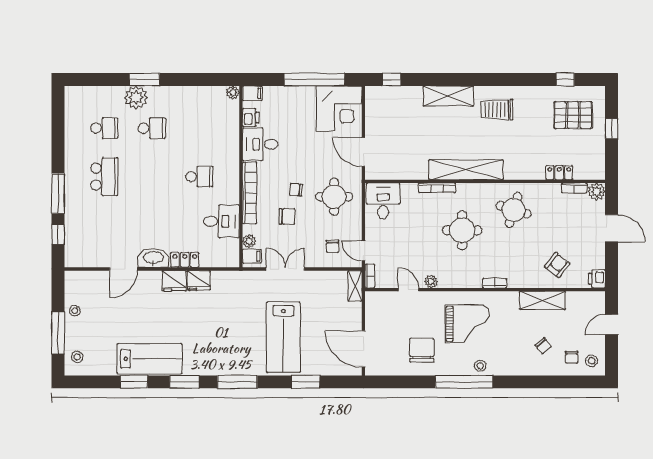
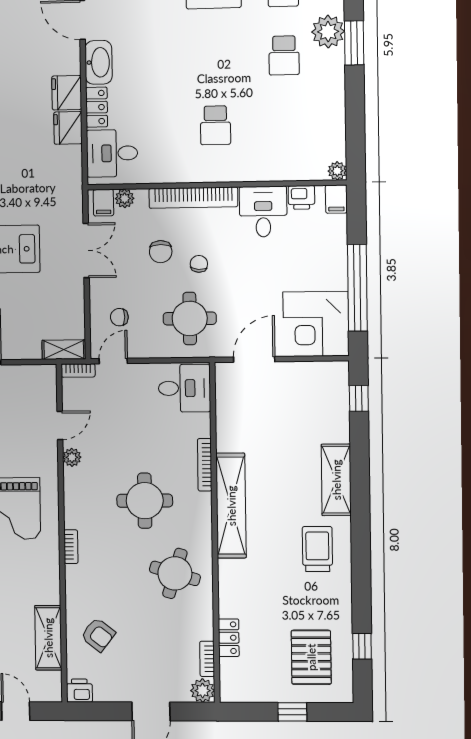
desk: (221, 221) -> (112, 153), moved, turned 90
shelving: (543, 300) -> (48, 638), moved

